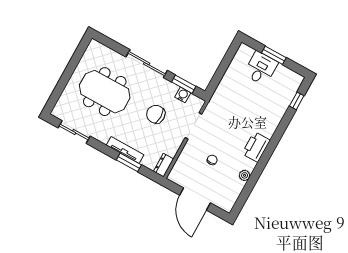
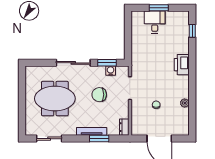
printer: (256, 147) -> (182, 65), moved

